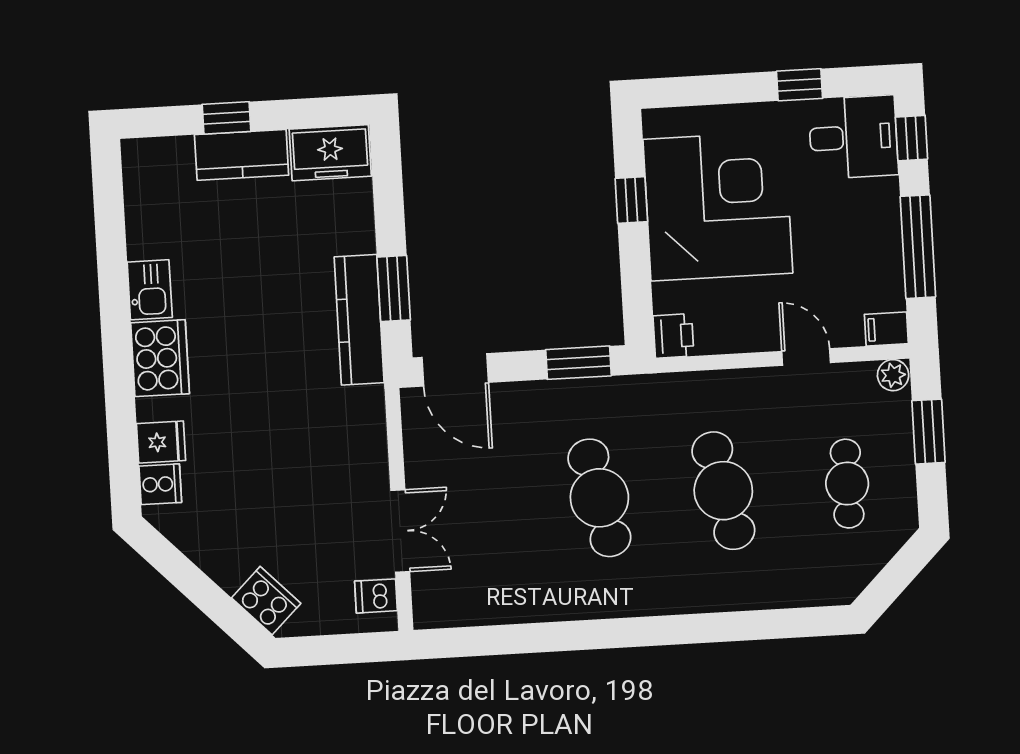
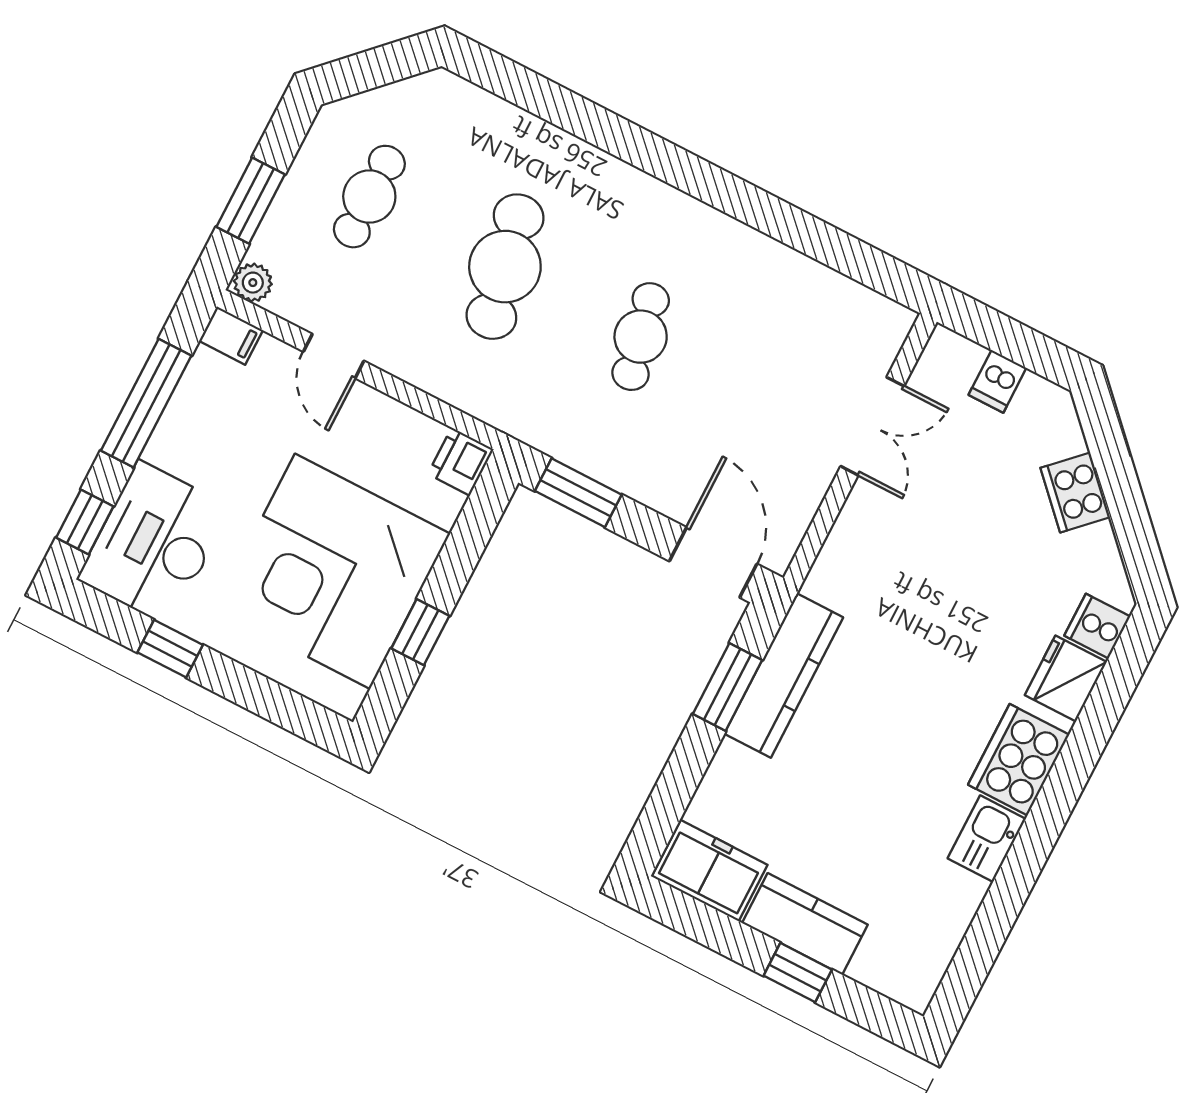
desk: (853, 137) -> (154, 543), width x1.37
fridge: (161, 442) -> (1066, 678), width x1.38
cafe table: (599, 498) -> (641, 337), width x0.73, depth x0.74
double door: (400, 531) -> (872, 426), swing flipped
dishwasher: (376, 596) -> (997, 381), moved, turned 90
cooker: (266, 601) -> (1075, 493), moved

